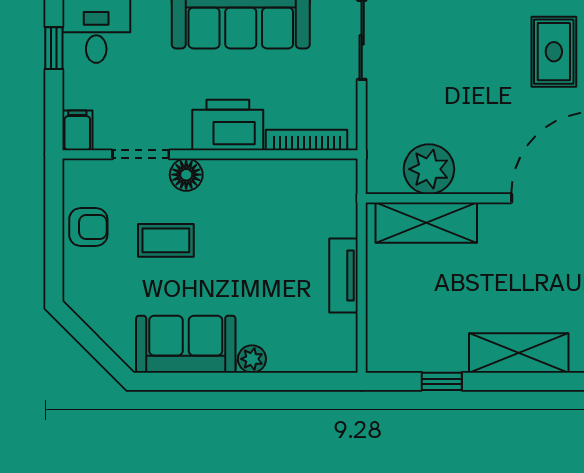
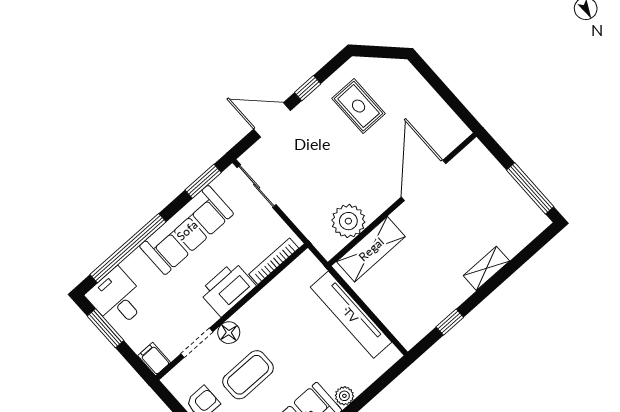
window: (54, 48) -> (106, 328), width x1.50
coffee table: (166, 240) -> (248, 375), width x1.36, depth x1.30
tv unit: (343, 275) -> (351, 315), width x1.92, depth x1.29
shelving: (519, 353) -> (486, 268), width x0.67, depth x0.75

